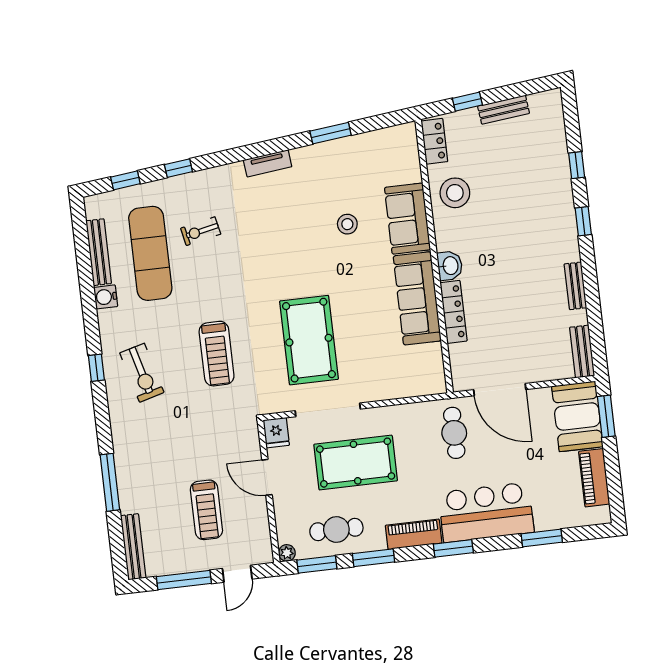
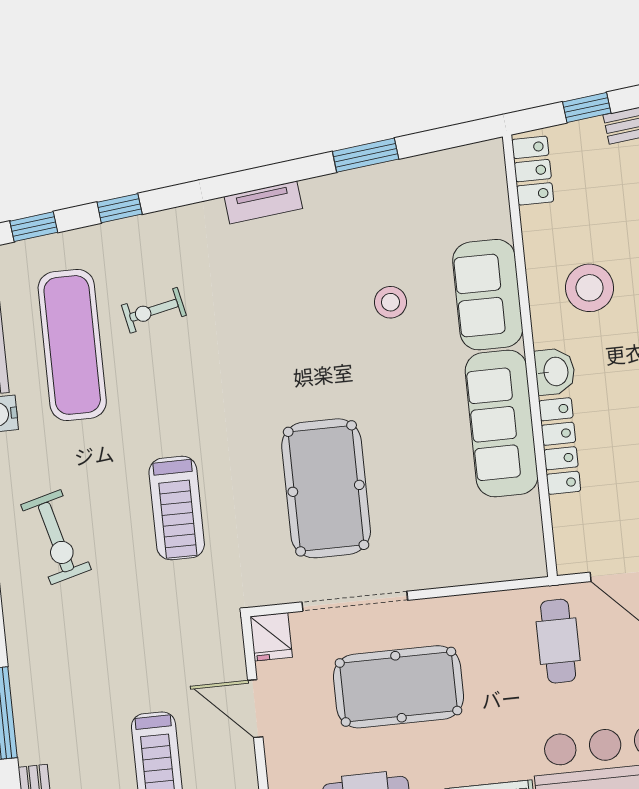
stool: (455, 193) -> (590, 288), moved

